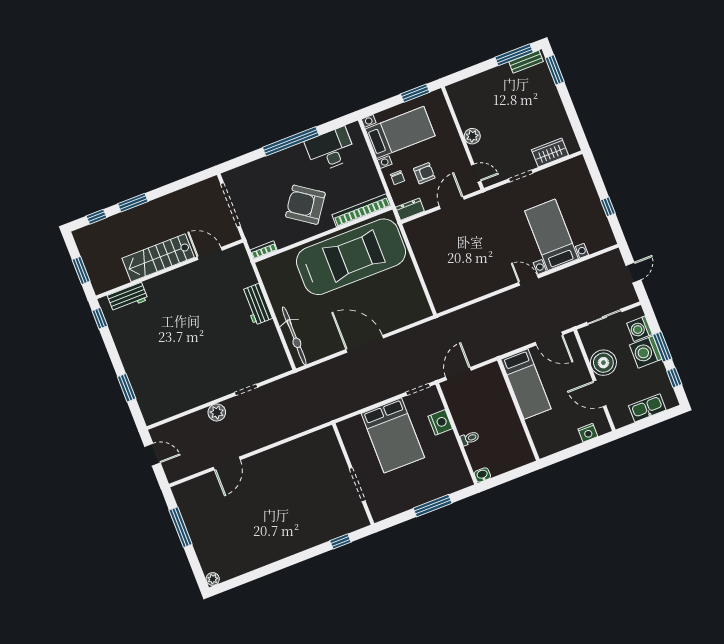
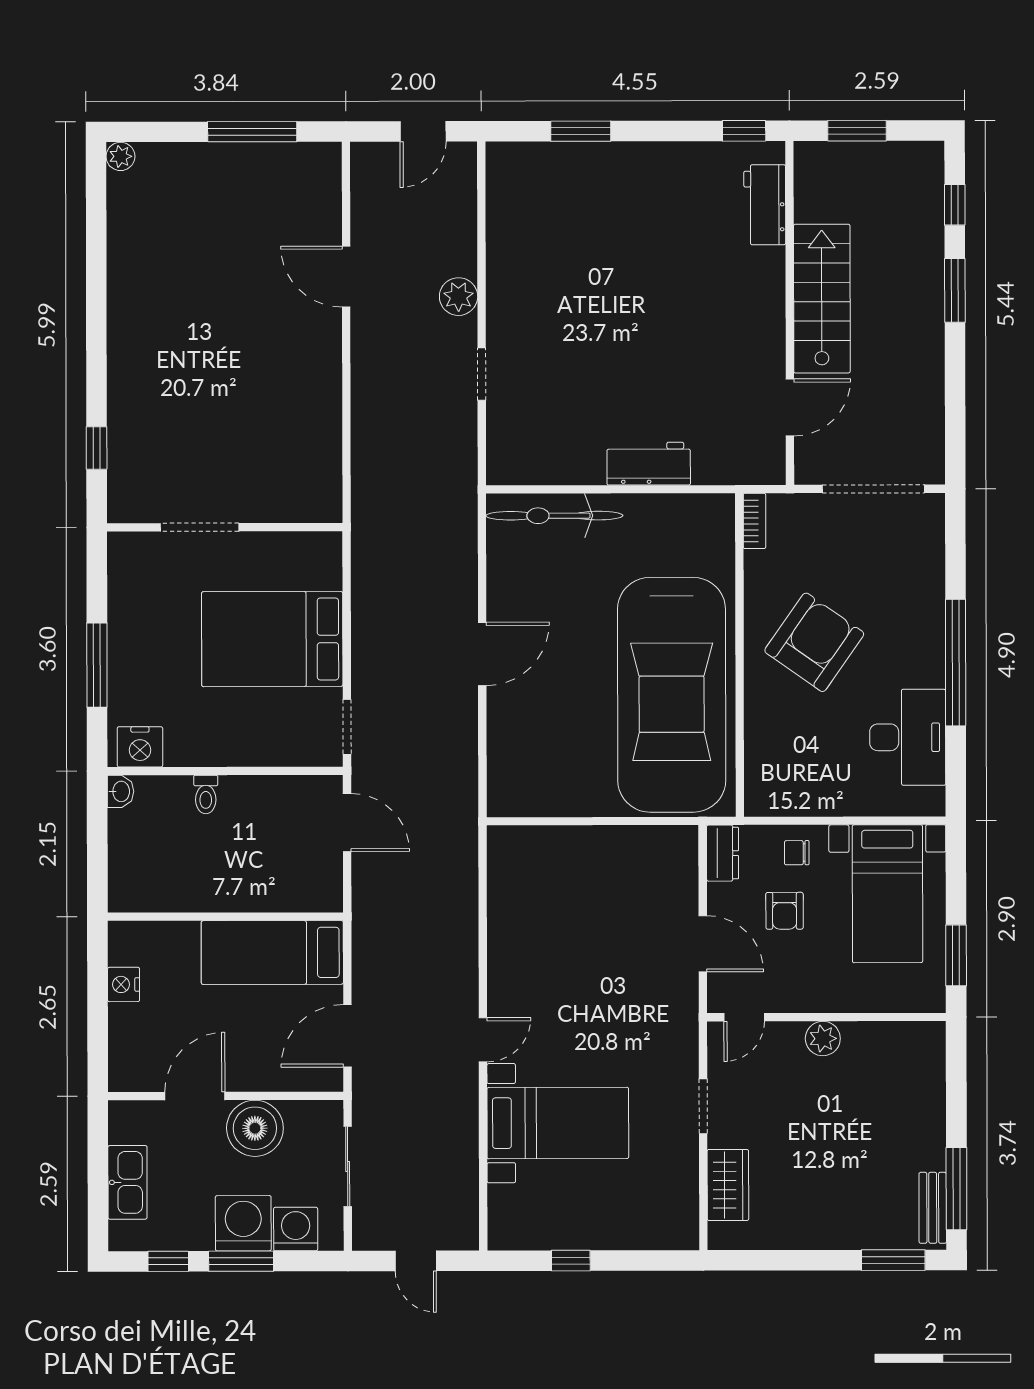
bookcase: (361, 210) -> (758, 753), removed
door: (365, 344) -> (482, 654), width x0.73
nightstand: (440, 422) -> (140, 747), moved
nightstand: (588, 433) -> (124, 984), moved

